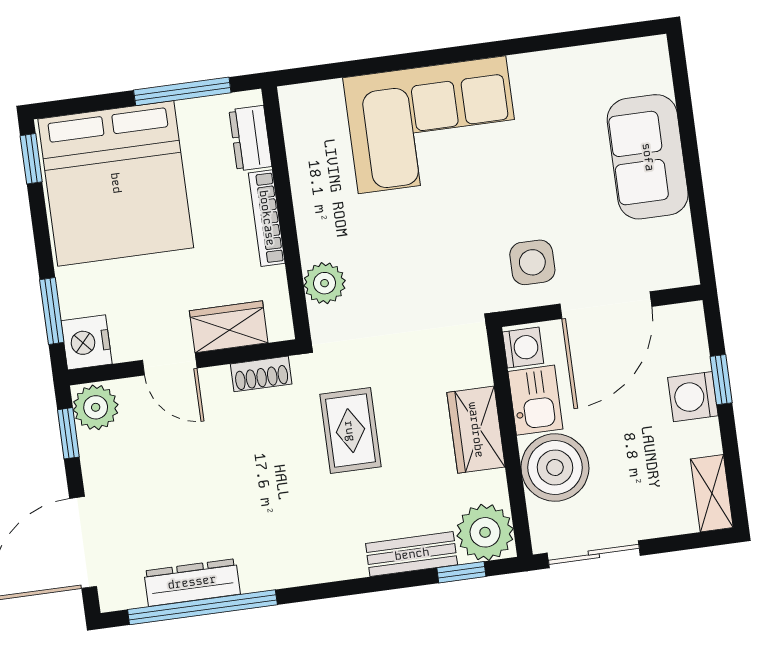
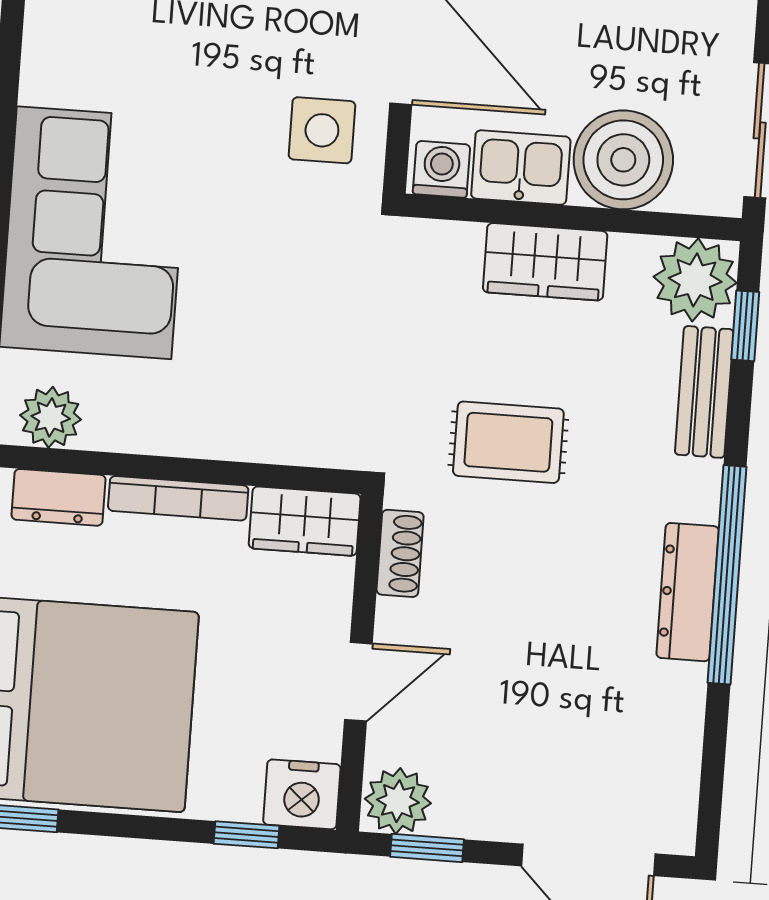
plant: (325, 283) -> (51, 417), moved
window: (52, 311) -> (246, 835), width x0.67
wardrobe: (229, 327) -> (305, 521), moved, turned -90
dresser: (192, 582) -> (688, 592), moved
window: (202, 607) -> (727, 575), moved

